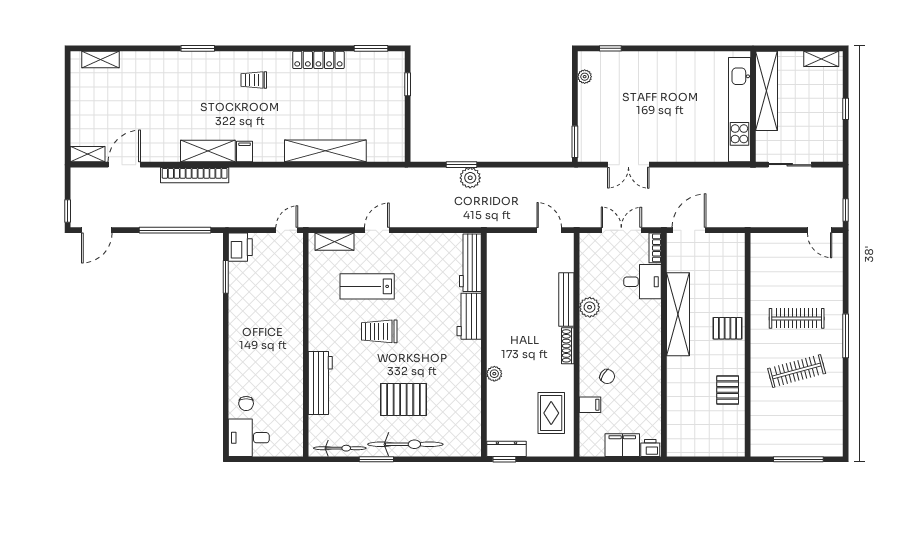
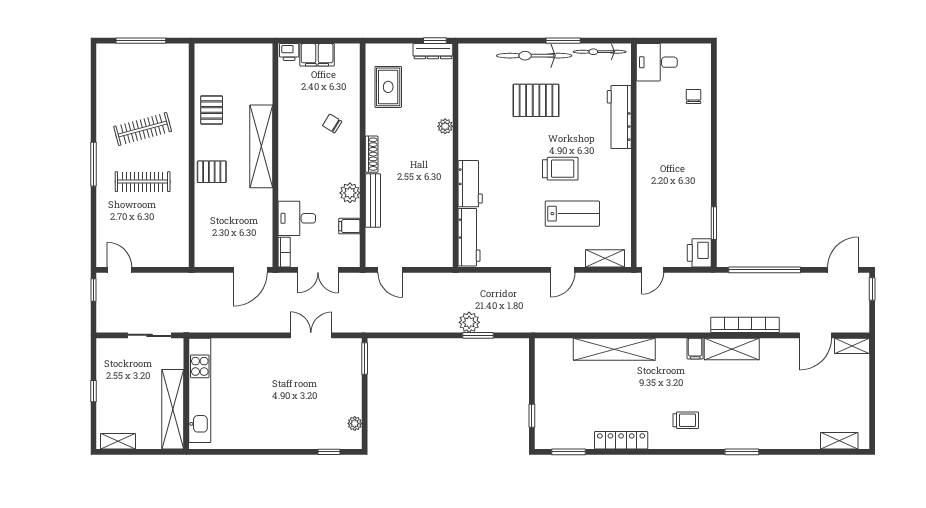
shelving: (678, 314) -> (261, 146), moved
filing cabinet: (590, 405) -> (349, 226), moved
desk: (249, 438) -> (657, 62), moved, turned 180

